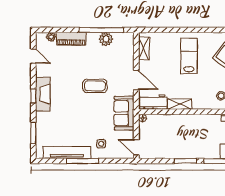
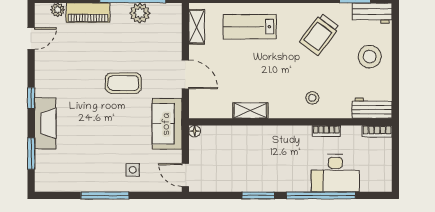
door: (33, 56) -> (31, 38), hinge flipped
lab bench: (189, 56) -> (250, 27), moved, turned -90
fireplace: (43, 94) -> (45, 123), moved
workbench: (153, 102) -> (210, 107), removed
tv unit: (67, 152) -> (81, 183), removed

